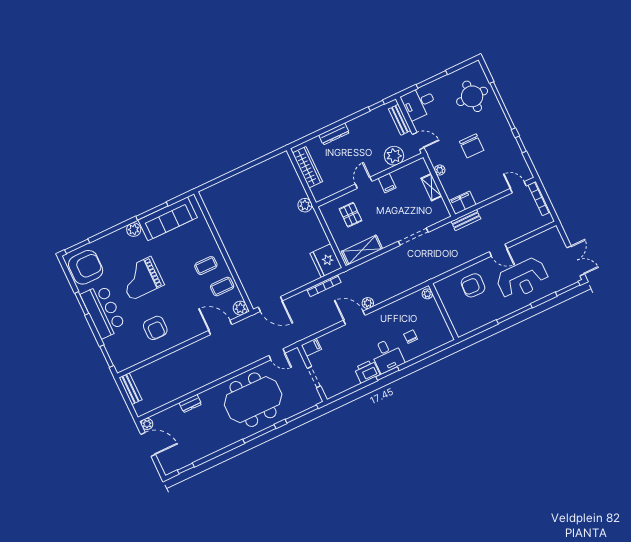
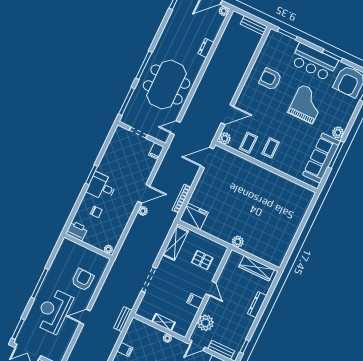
filing cabinet: (462, 203) -> (125, 349), moved, width x0.50
printer: (367, 371) -> (77, 231), moved, turned -90

